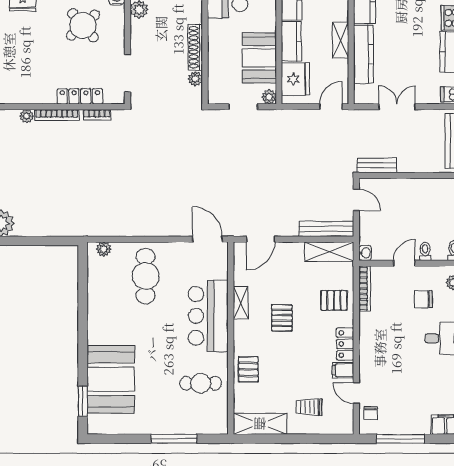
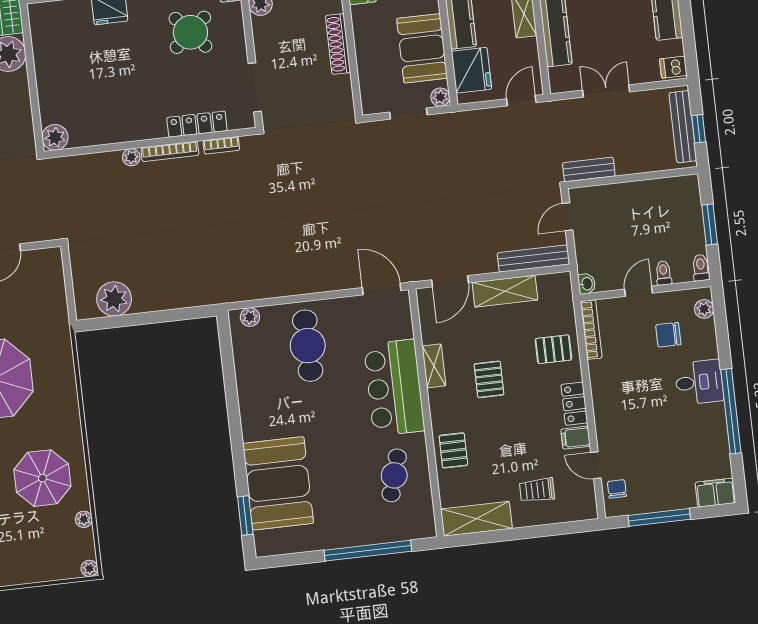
plant: (195, 79) -> (343, 85), removed
door: (356, 200) -> (568, 217), swing flipped
shelving: (329, 252) -> (505, 291), moved
cafe table: (201, 383) -> (394, 475), turned -74
chair: (370, 413) -> (617, 489), turned 180
window: (174, 439) -> (368, 551), width x1.46

